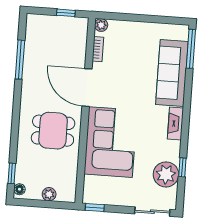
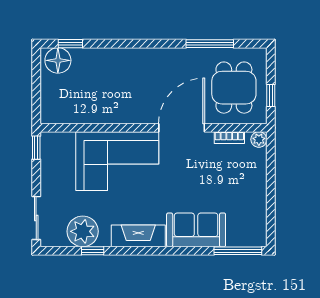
sofa: (172, 73) -> (196, 230), width x0.73
fireplace: (175, 124) -> (138, 236), width x1.37, depth x1.32
dining table: (53, 131) -> (234, 88), moved
floor lamp: (19, 189) -> (58, 60), width x1.89, depth x1.89
plant: (49, 194) -> (48, 91), removed

